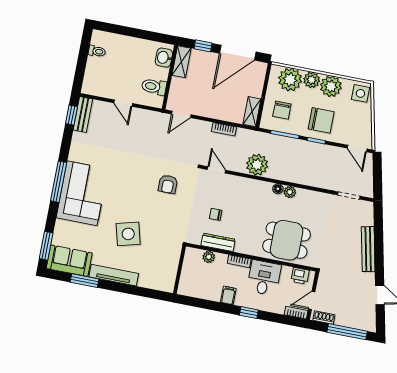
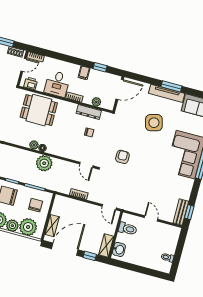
shelving: (252, 112) -> (52, 226), moved
door: (181, 114) -> (109, 207), swing flipped
plant: (257, 165) -> (44, 163), moved
door: (178, 276) -> (120, 89), added
window: (84, 281) -> (171, 86), moved
window: (249, 313) -> (100, 67), moved

